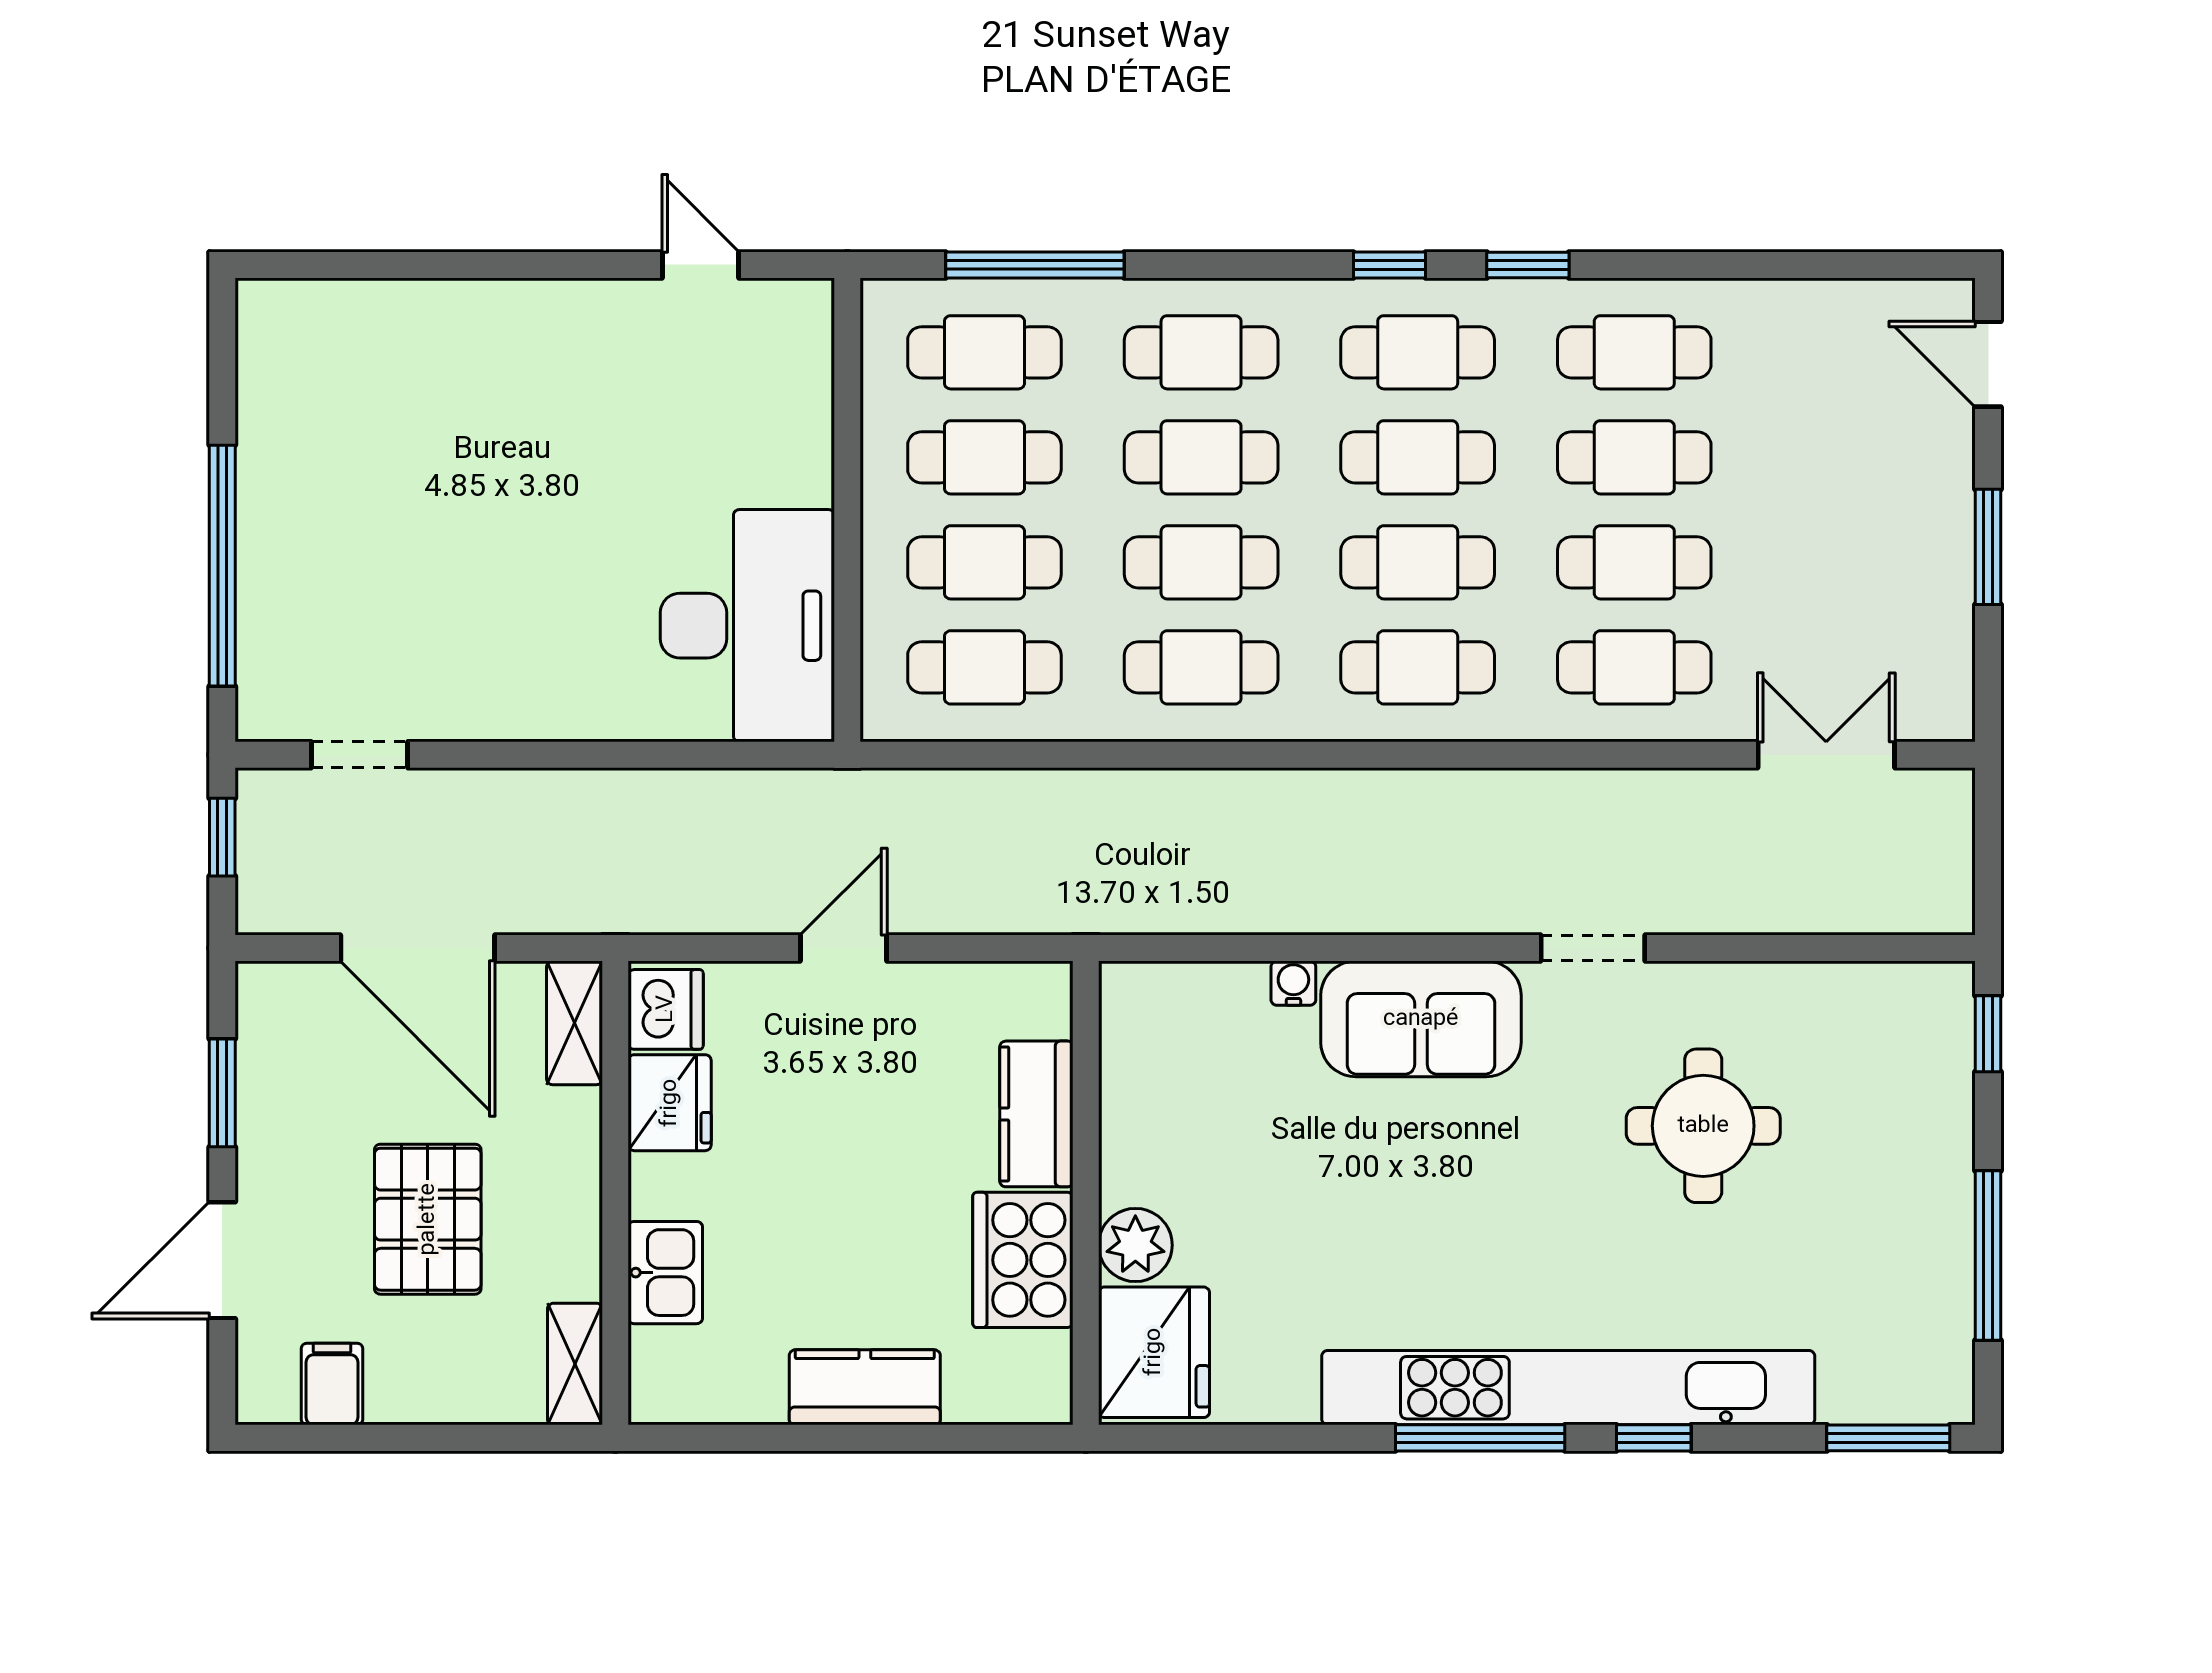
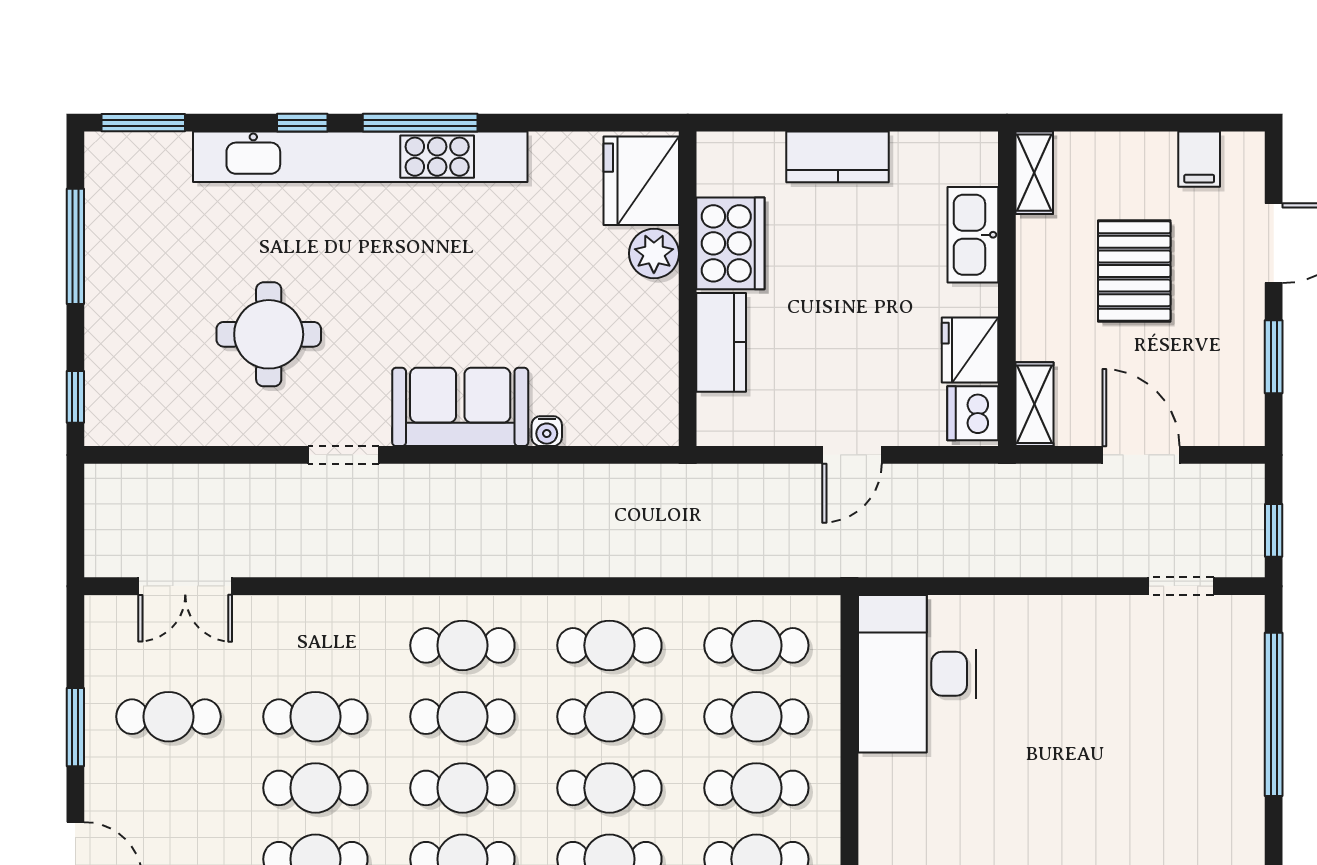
cafe table: (1634, 667) -> (168, 717), moved
door: (418, 948) -> (1141, 455), width x0.73
kitchen sink: (665, 1273) -> (973, 235), width x1.38

